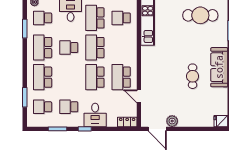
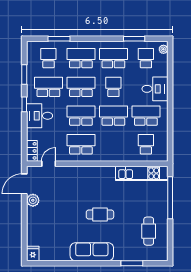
cafe table: (200, 15) -> (149, 231), width x0.73, depth x0.74
cafe table: (193, 76) -> (100, 215), moved
school desk: (69, 77) -> (81, 87), added
door: (139, 96) -> (49, 164), moved
school desk: (69, 107) -> (48, 87), width x1.85

